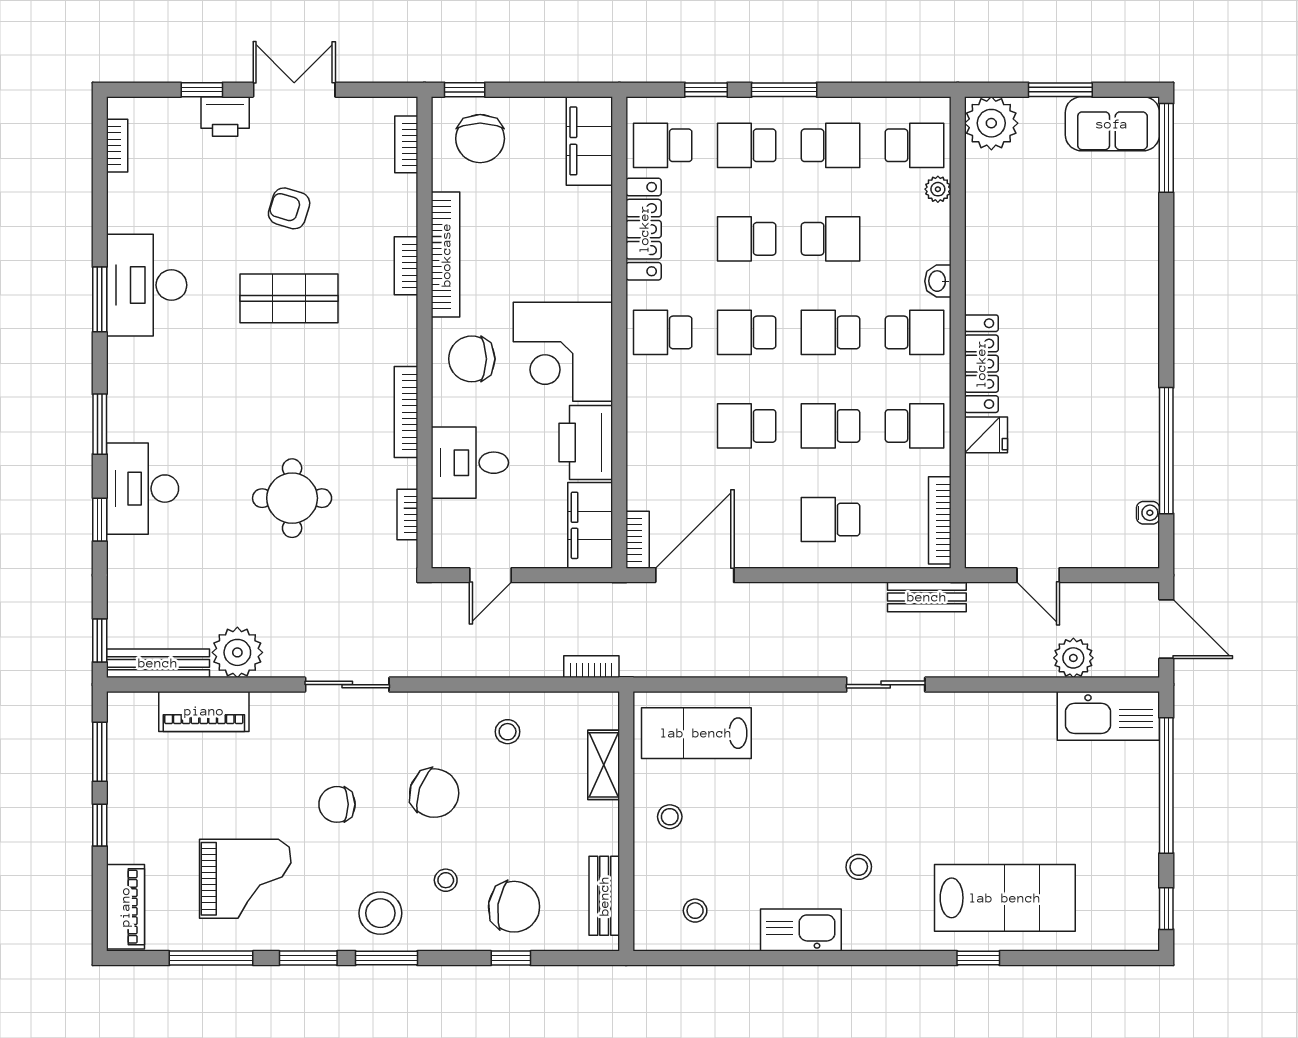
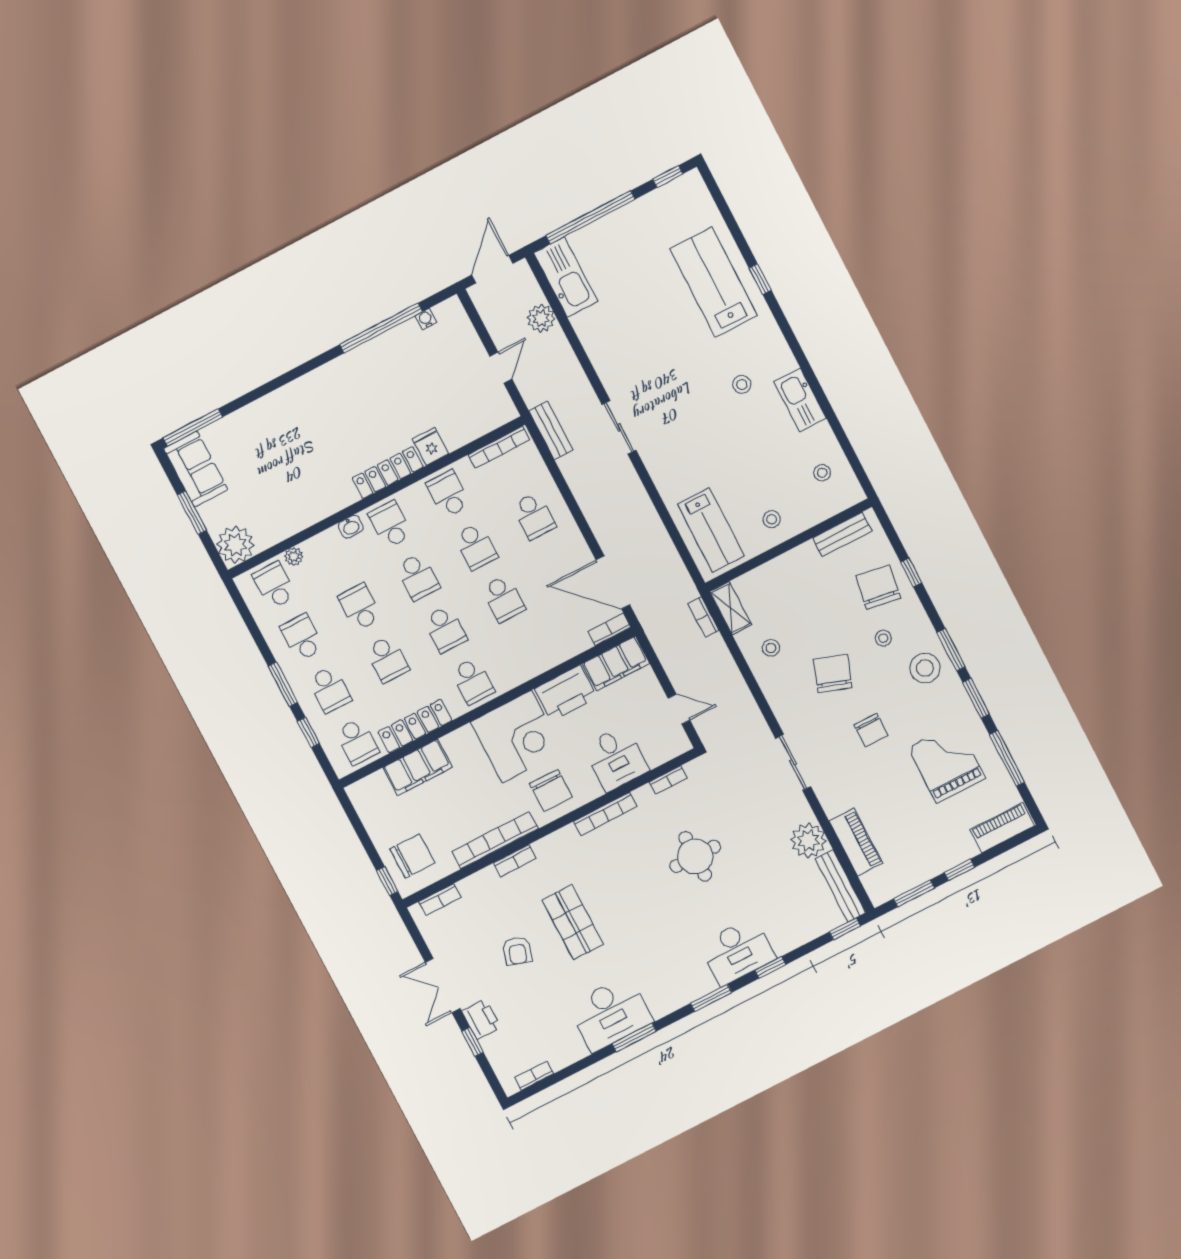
filing cabinet: (589, 141) -> (418, 767), moved
shelving: (604, 765) -> (731, 608), moved, turned 90

